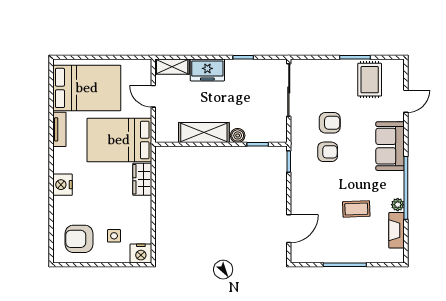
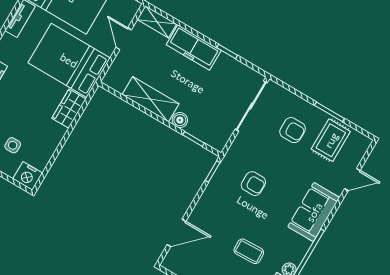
freezer: (207, 70) -> (194, 48), width x1.40
armchair: (330, 123) -> (293, 130), moved

